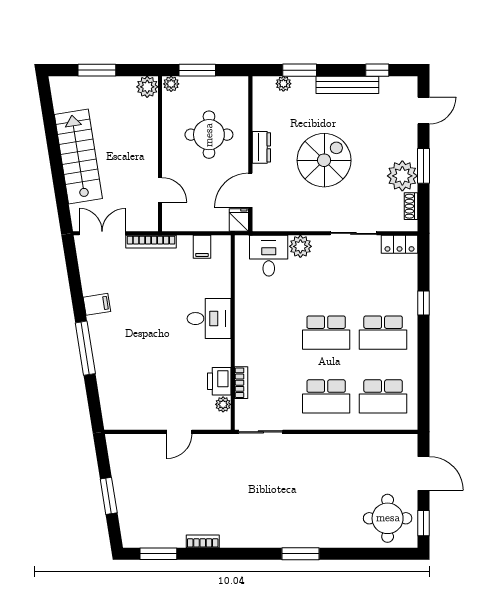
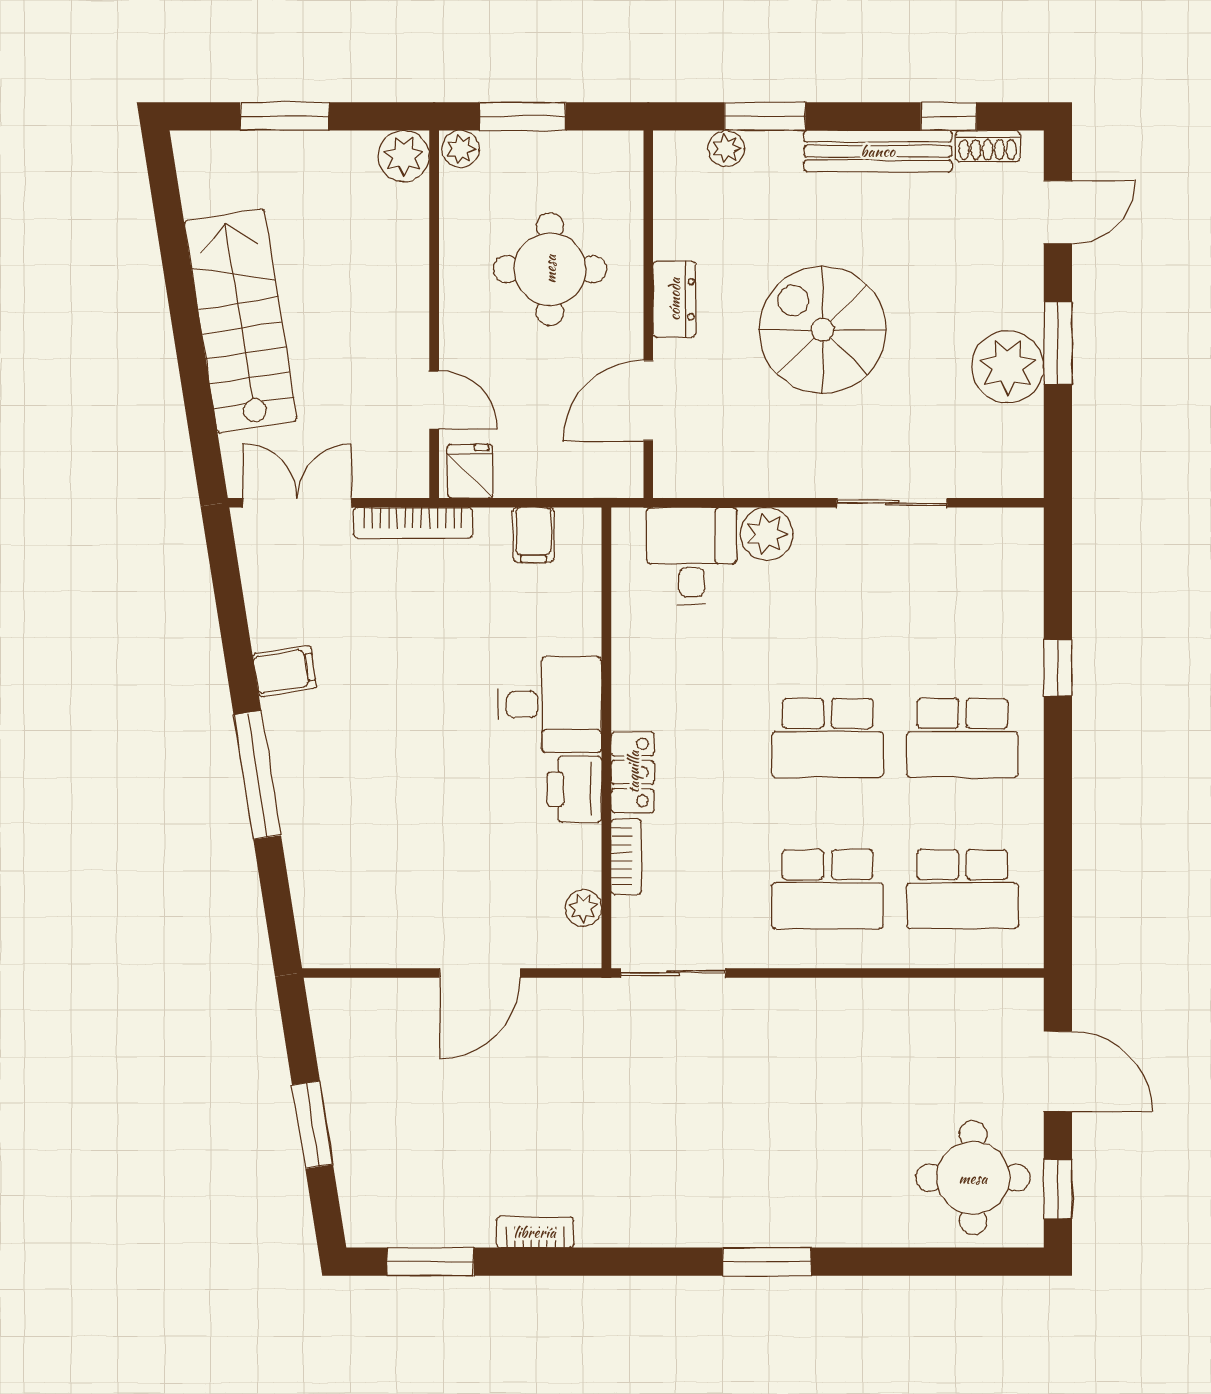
spiral stairs: (324, 160) -> (823, 330), turned -90
shoe rack: (411, 206) -> (988, 146), moved, turned -90
fridge: (239, 220) -> (470, 471), moved
locker: (400, 244) -> (633, 772), moved, turned -90
printer: (219, 381) -> (574, 789), moved
door: (179, 432) -> (480, 973), width x1.38

